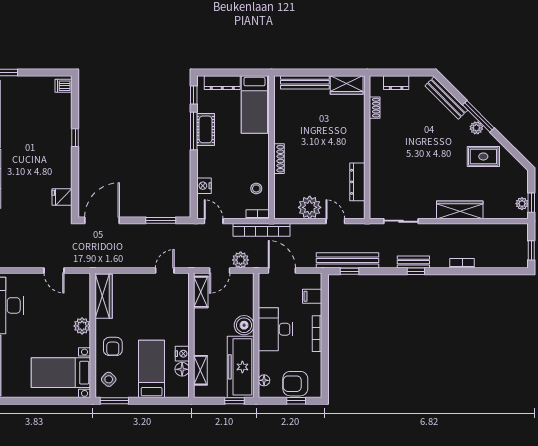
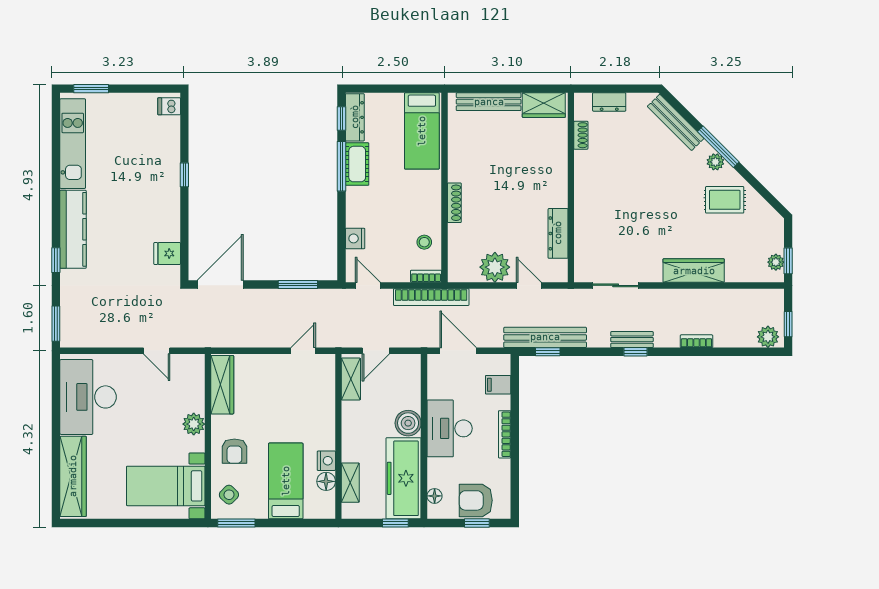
dresser: (222, 83) -> (355, 117), moved, turned -90
plant: (241, 260) -> (768, 337), moved

